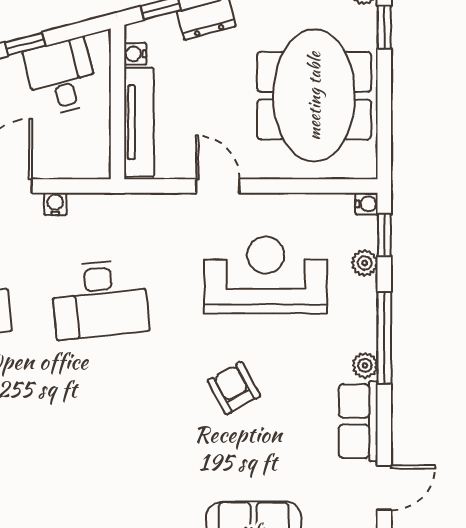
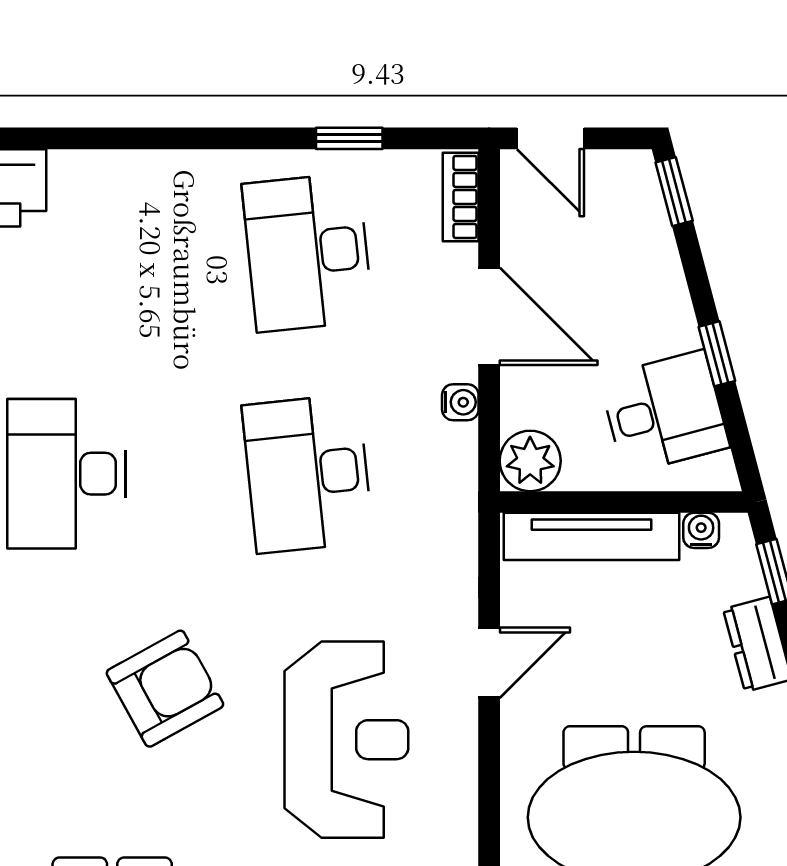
plant: (92, 160) -> (530, 461), added
armchair: (234, 388) -> (165, 689), width x1.38, depth x1.38
desk: (100, 450) -> (66, 474), added

